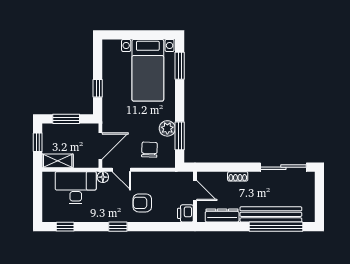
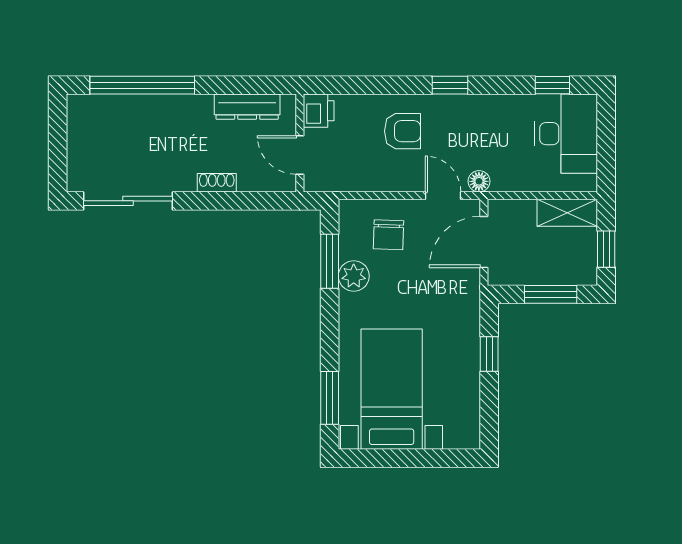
desk: (76, 188) -> (566, 134), moved, turned -90
bench: (271, 214) -> (152, 109), removed

